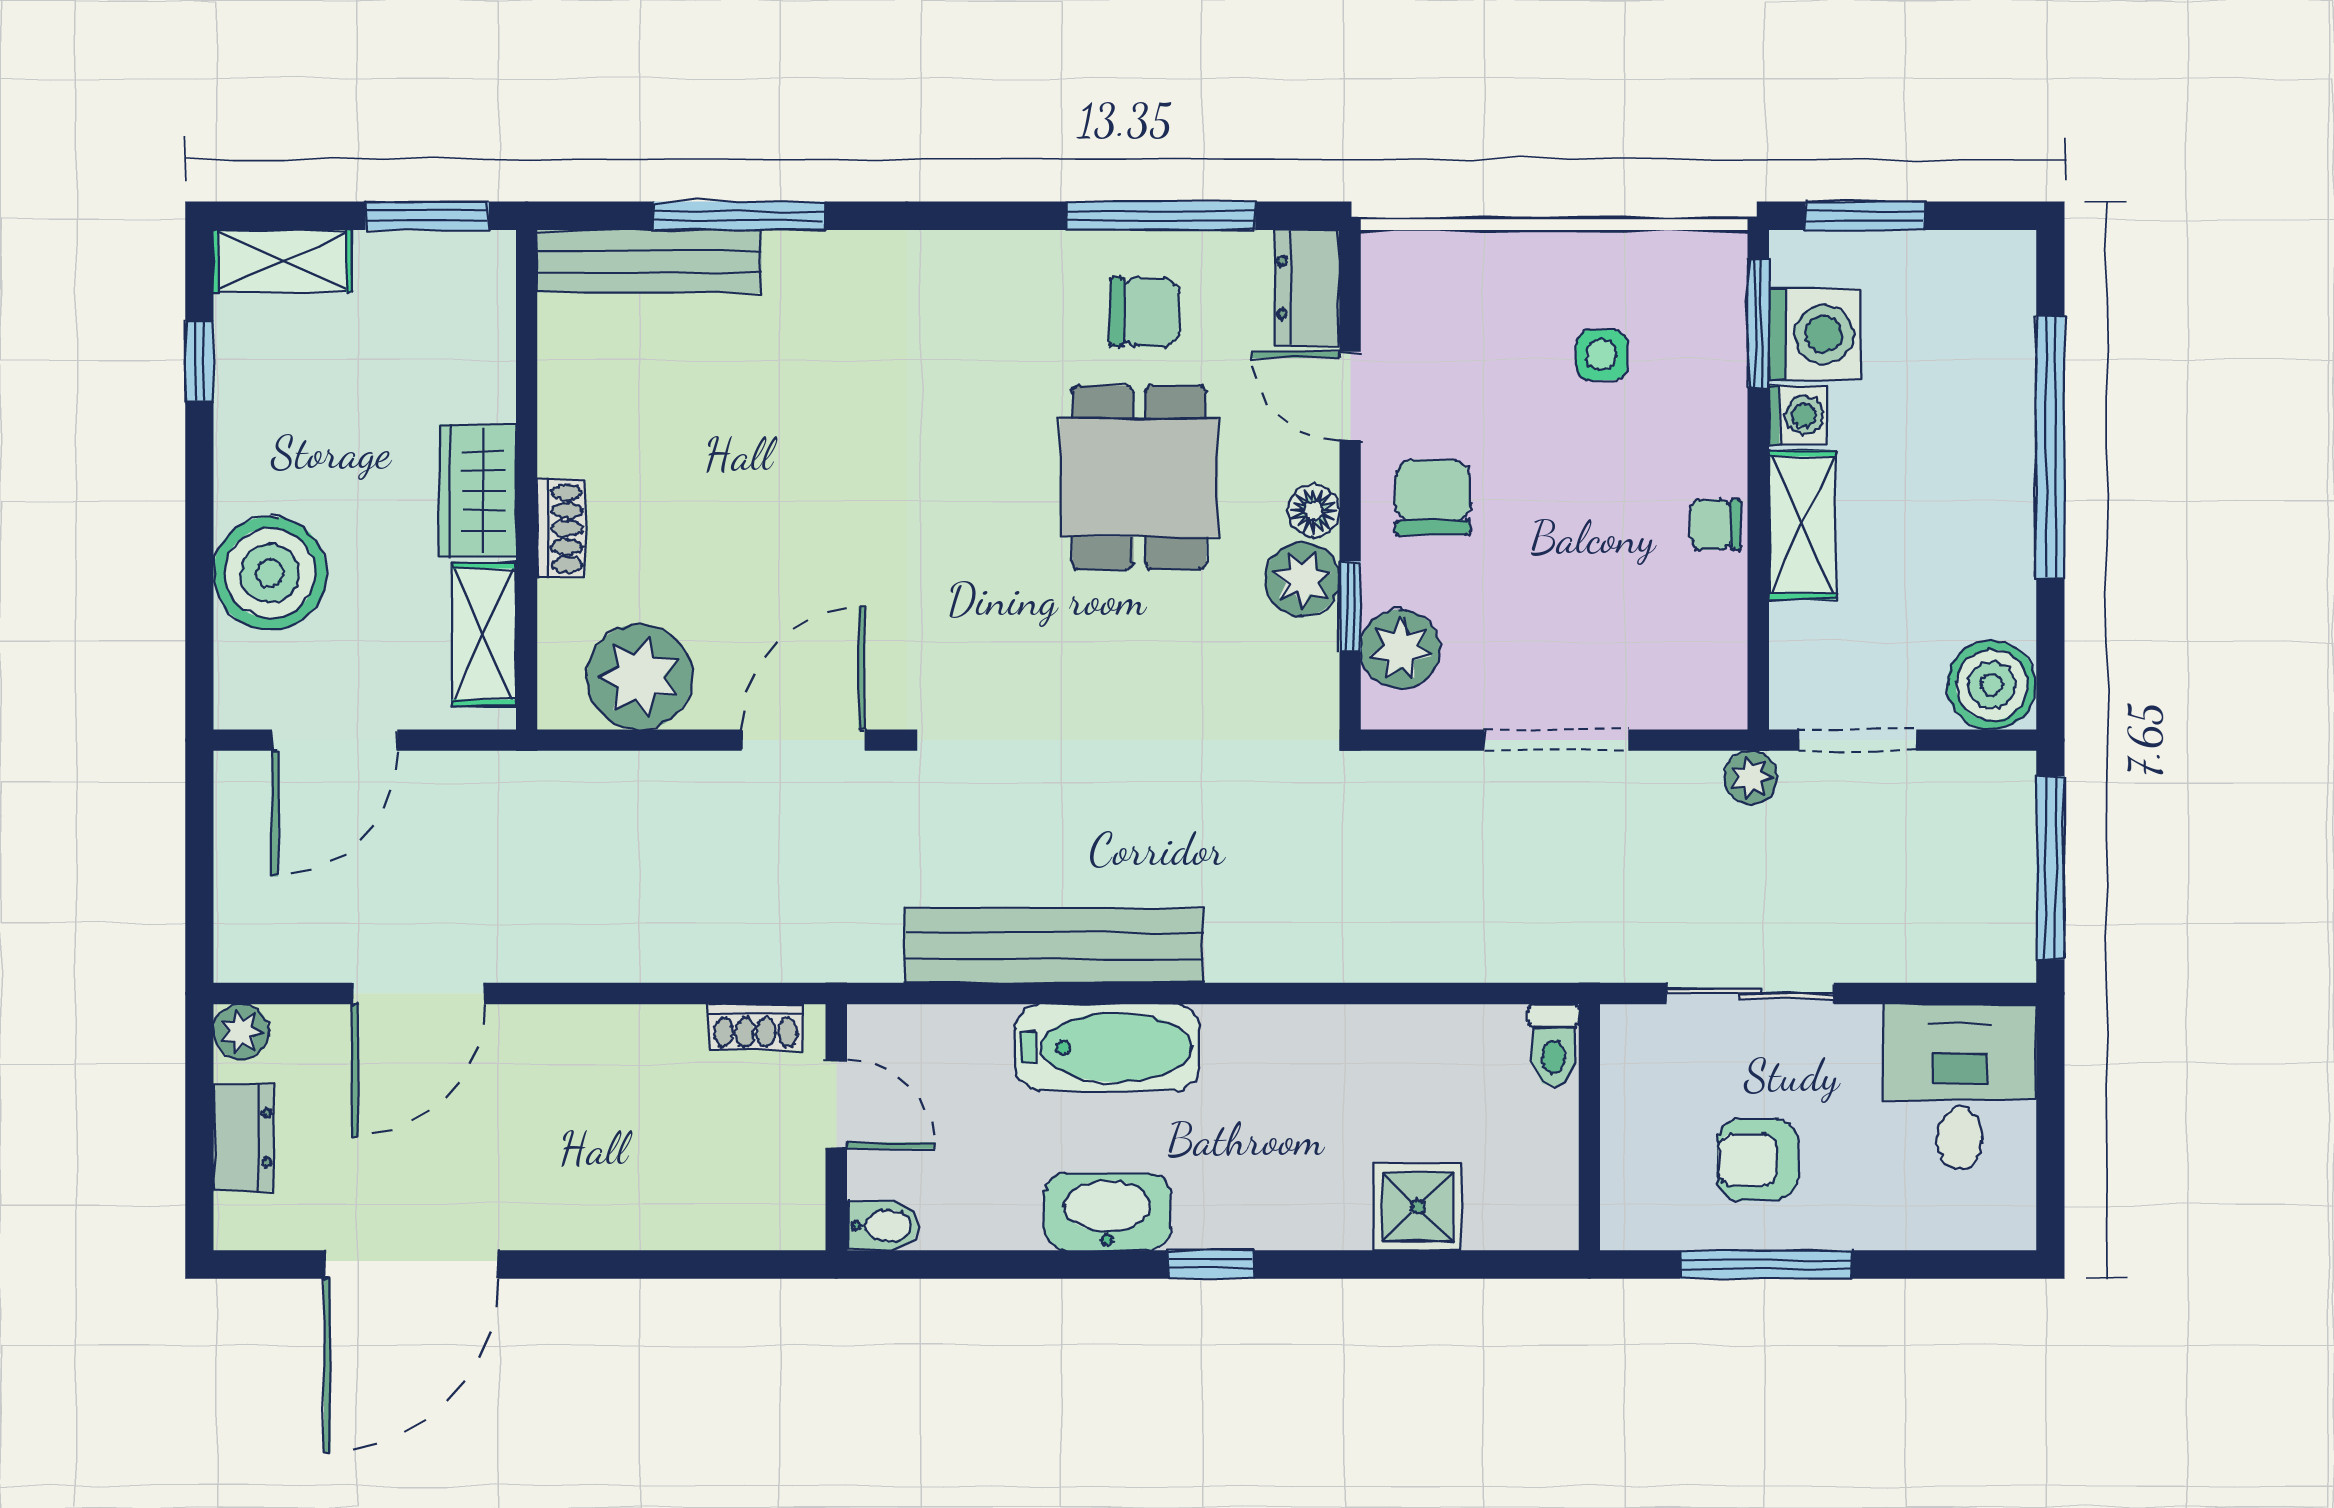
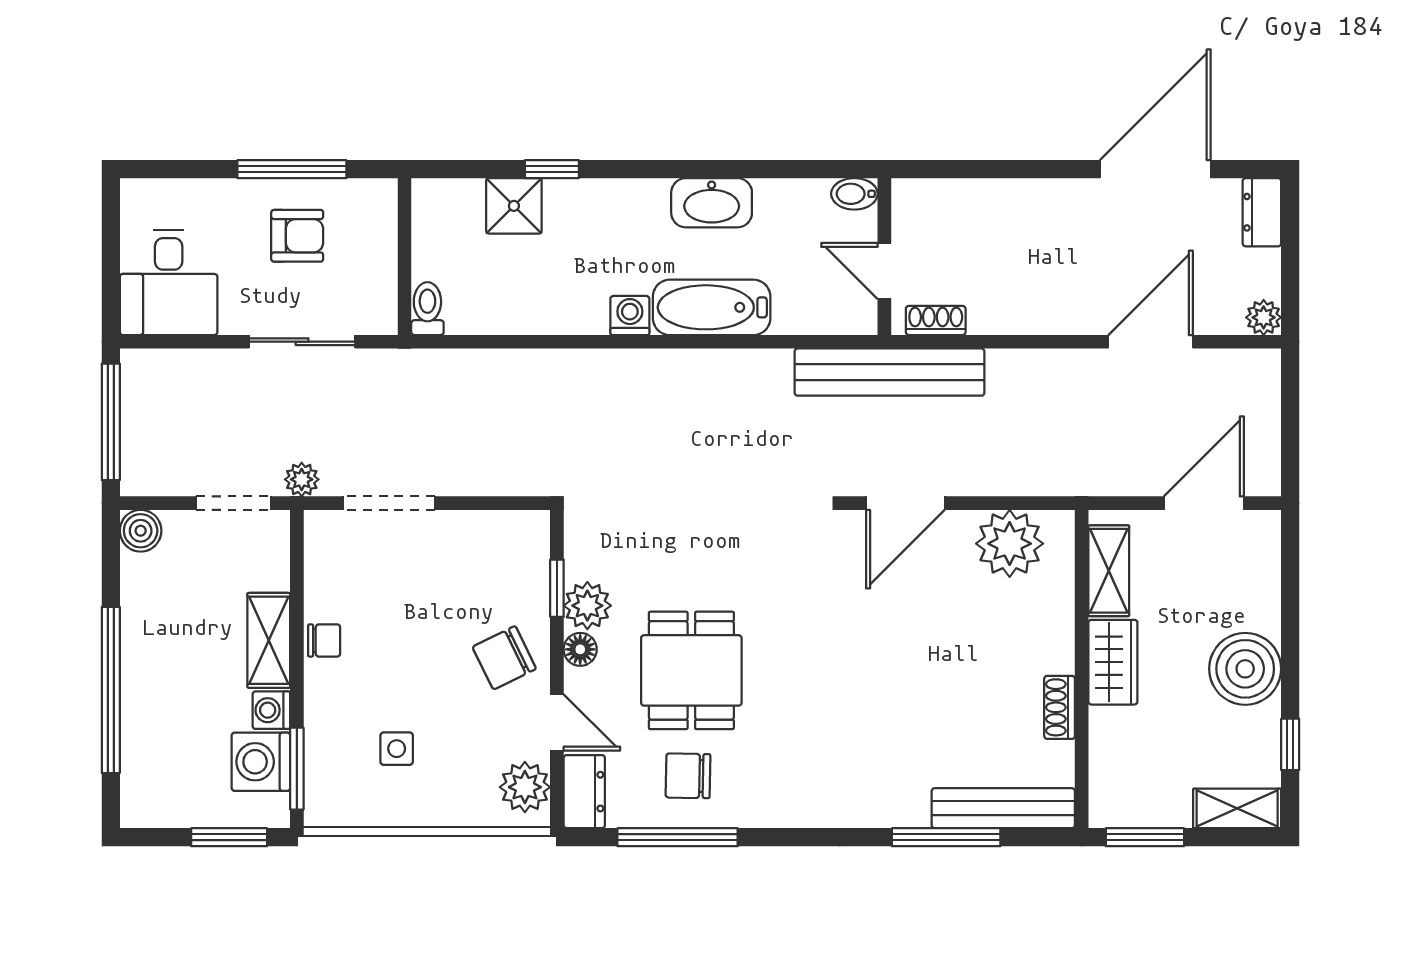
chair: (1433, 497) -> (504, 658), turned 64
shoe rack: (561, 528) -> (1060, 707), moved
boiler: (270, 573) -> (1245, 669), moved
plant: (1400, 649) -> (525, 787), moved
boiler: (1992, 685) -> (141, 531), width x0.73, depth x0.73
doorway: (1556, 740) -> (389, 503), moved
bench: (1054, 946) -> (889, 372), moved
washing machine: (1236, 1035) -> (630, 315), added
dresser: (244, 1137) -> (1262, 212), moved
window: (1211, 1264) -> (552, 169), moved

